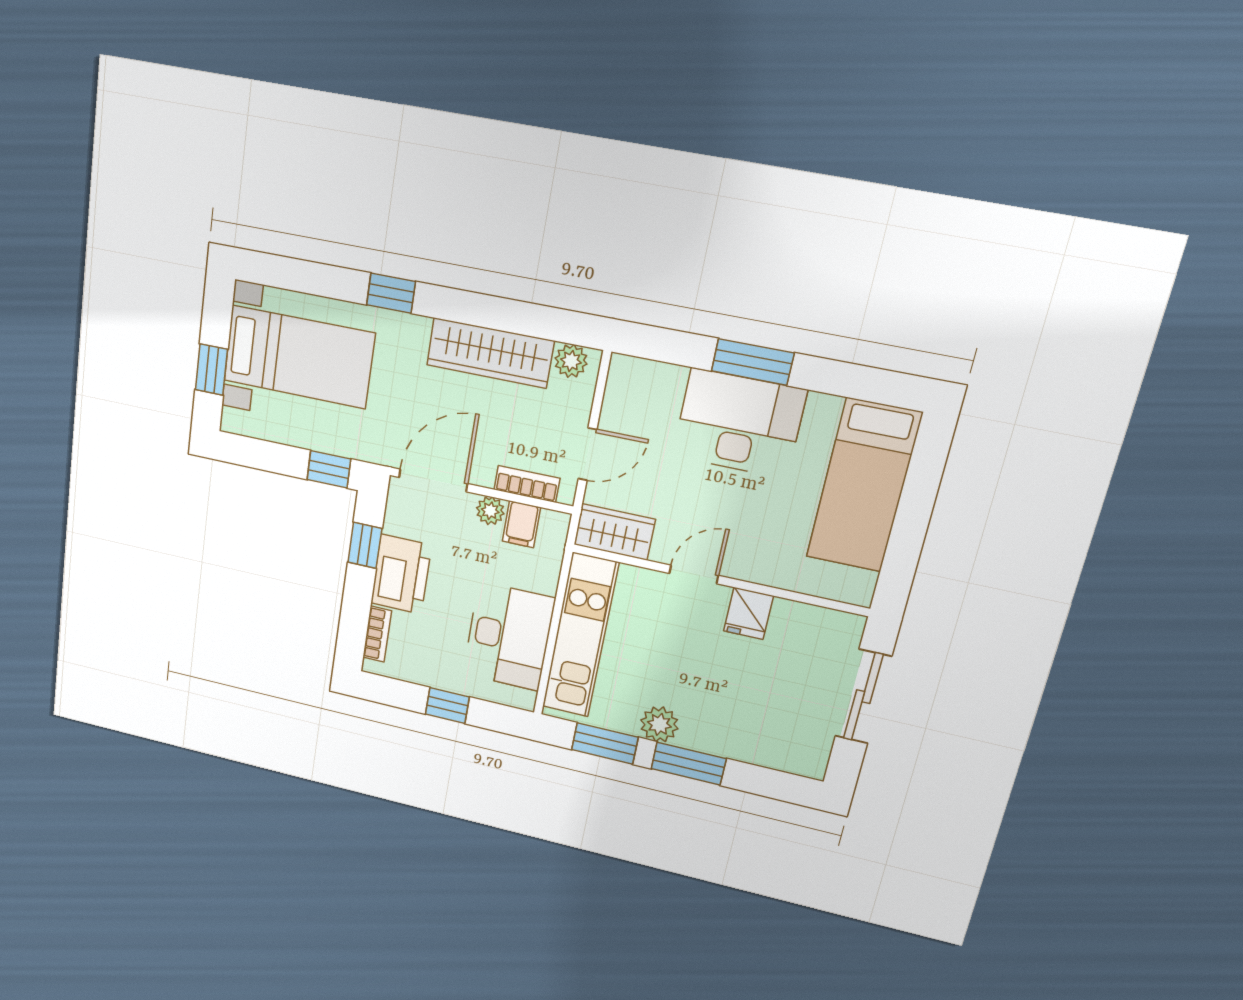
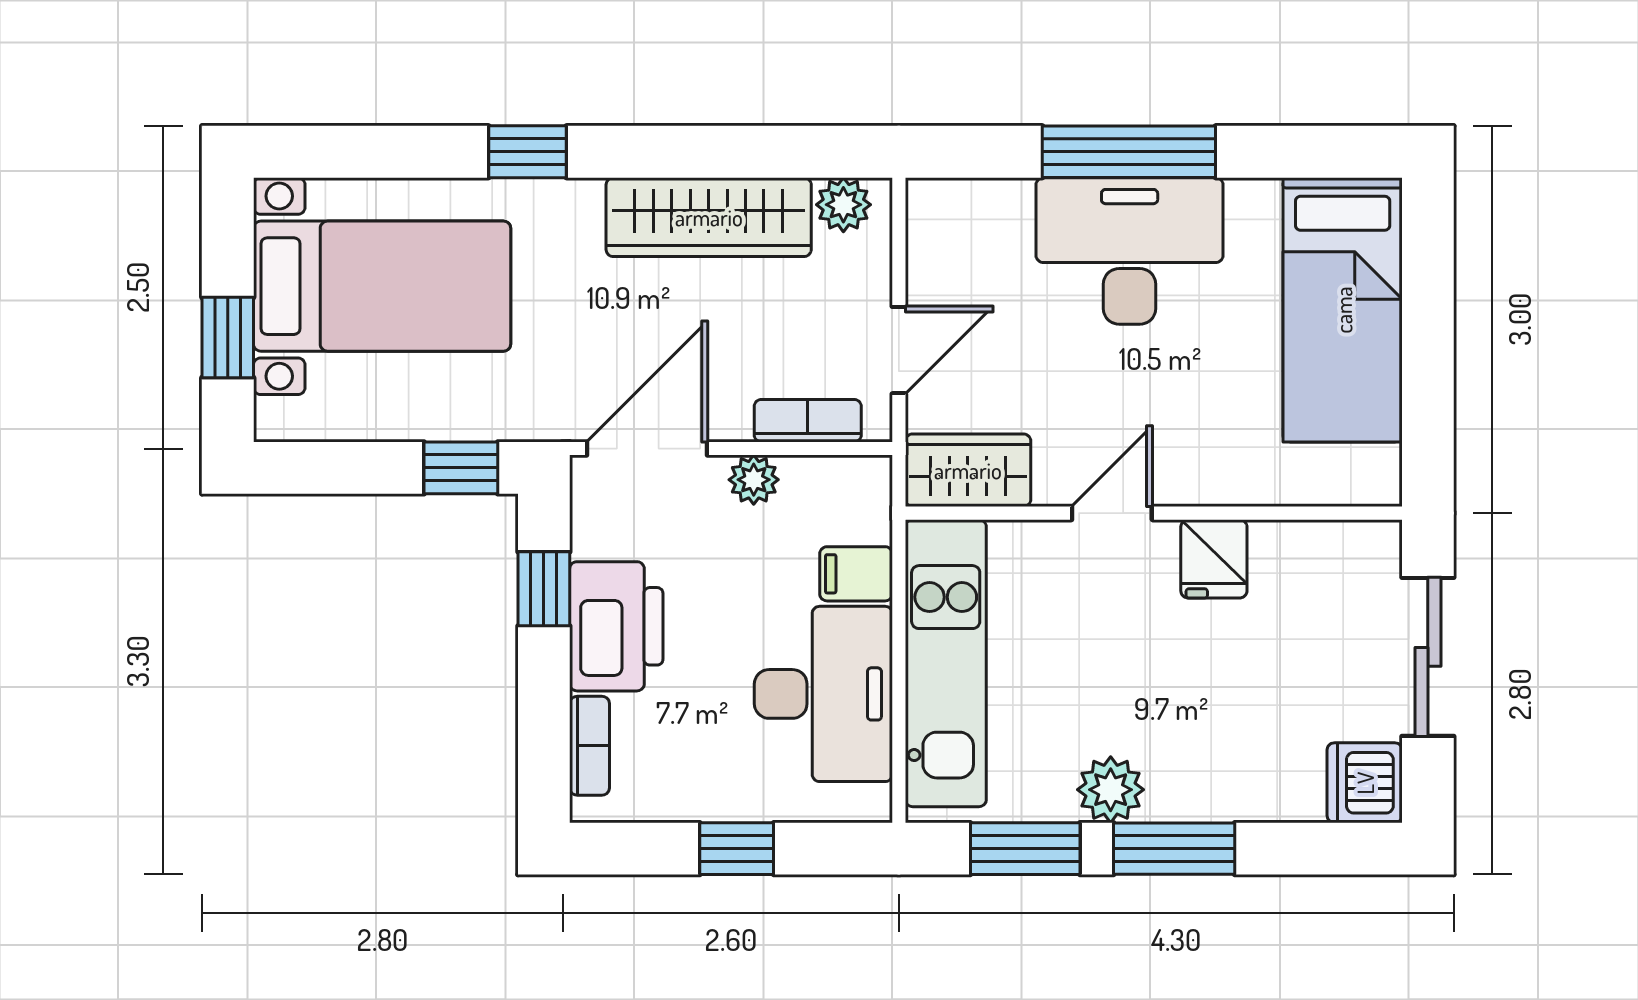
window: (753, 362) -> (1129, 152), width x1.44
filing cabinet: (521, 524) -> (856, 574), moved, turned 90
dishwasher: (807, 756) -> (1365, 783), added

